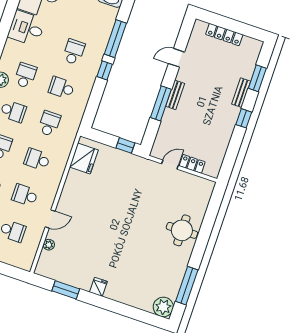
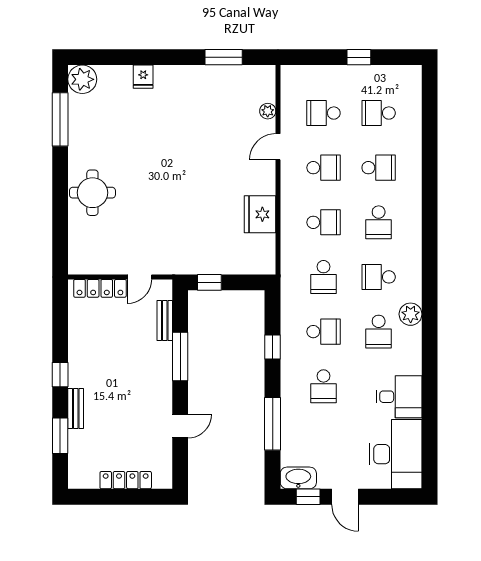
window: (105, 70) -> (273, 347), moved
bench: (175, 95) -> (165, 320), moved
fridge: (84, 158) -> (260, 214), moved
locker: (192, 164) -> (100, 288), width x1.53
fridge: (98, 287) -> (143, 77), moved

